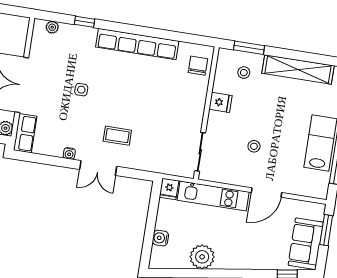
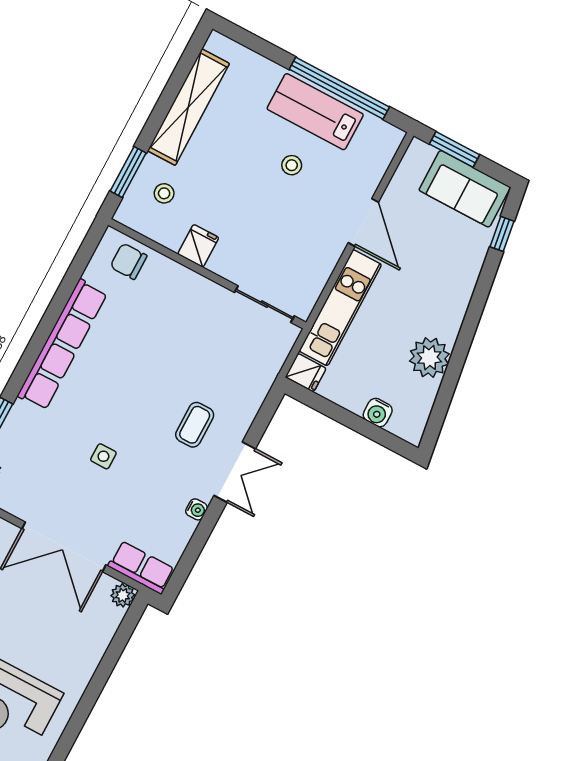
stool: (254, 146) -> (292, 165), moved

